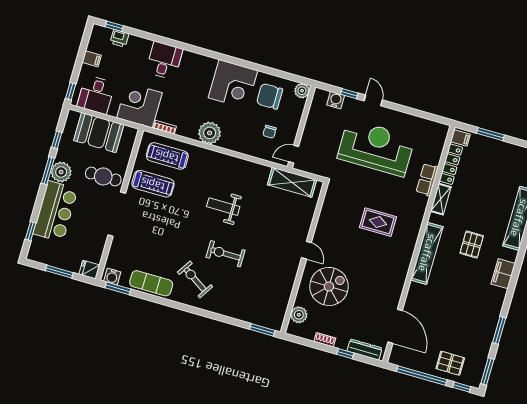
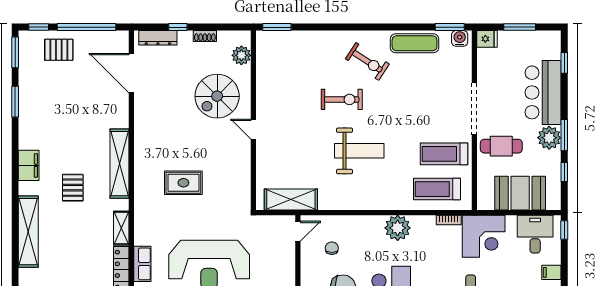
treadmill: (167, 156) -> (437, 189), turned 180
row of seats: (427, 180) -> (142, 264), moved
weight bench: (223, 207) -> (359, 151), width x1.36, depth x1.33

